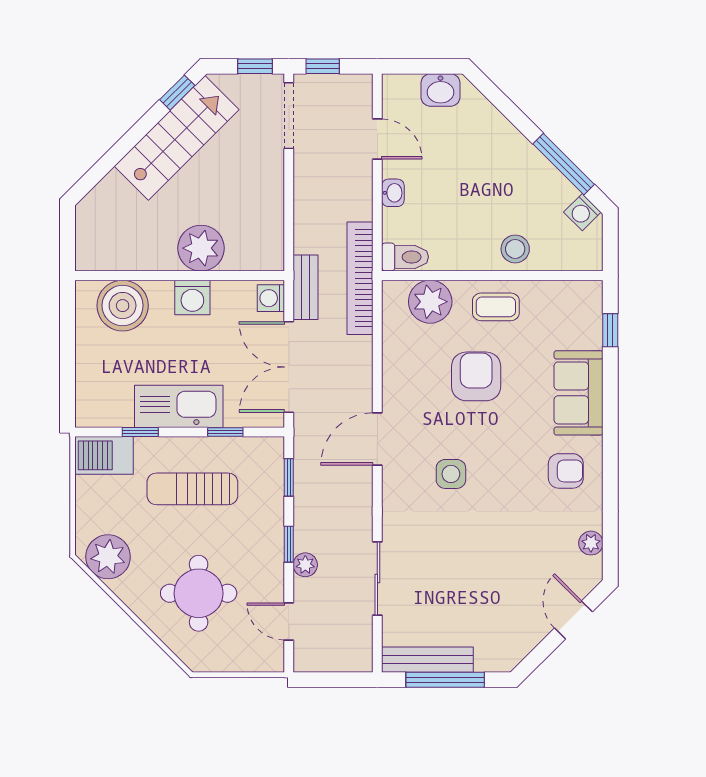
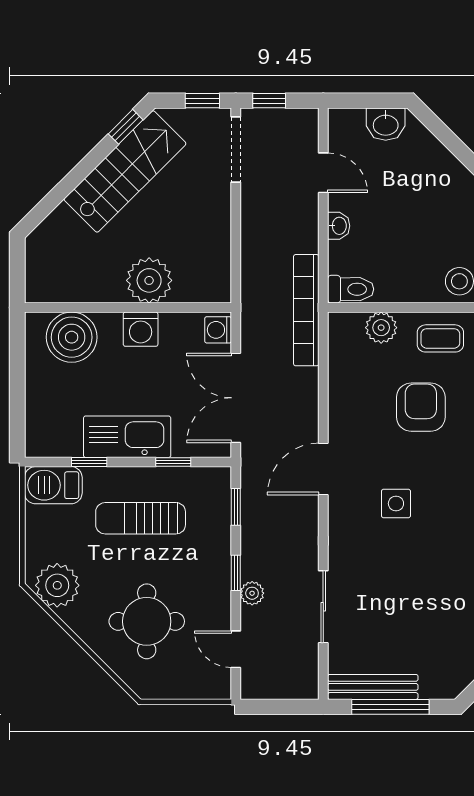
bench: (306, 287) -> (252, 319), removed
plant: (430, 302) -> (381, 328), width x0.73, depth x0.73

